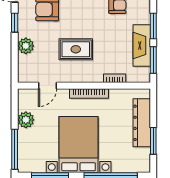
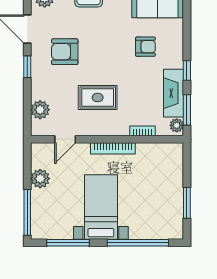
window: (153, 26) -> (187, 71), width x0.67
plant: (26, 46) -> (40, 110), moved
plant: (144, 74) -> (177, 125), added
dresser: (142, 123) -> (174, 182), removed
bed with nightstands: (79, 145) -> (101, 207), width x0.73

